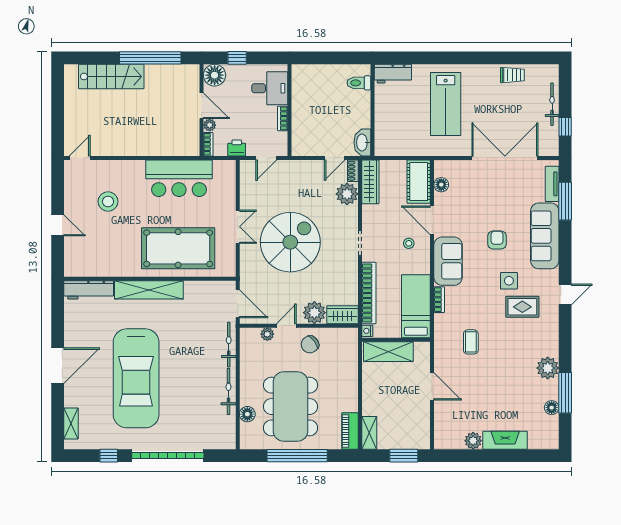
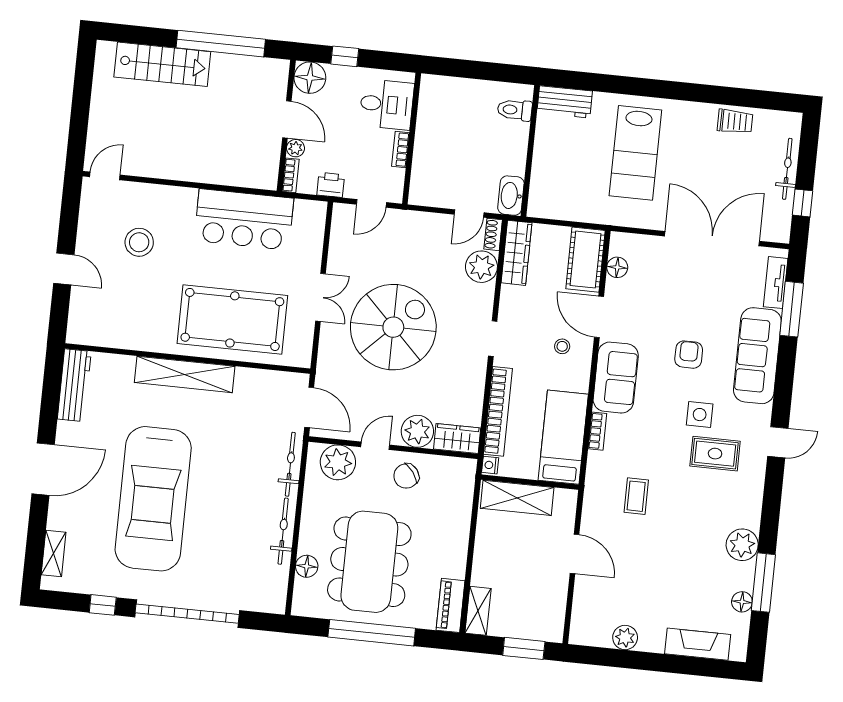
workbench: (89, 290) -> (74, 385), moved, turned -90
plant: (267, 334) -> (338, 462), width x1.88, depth x1.88
fireplace: (505, 440) -> (698, 644), moved

